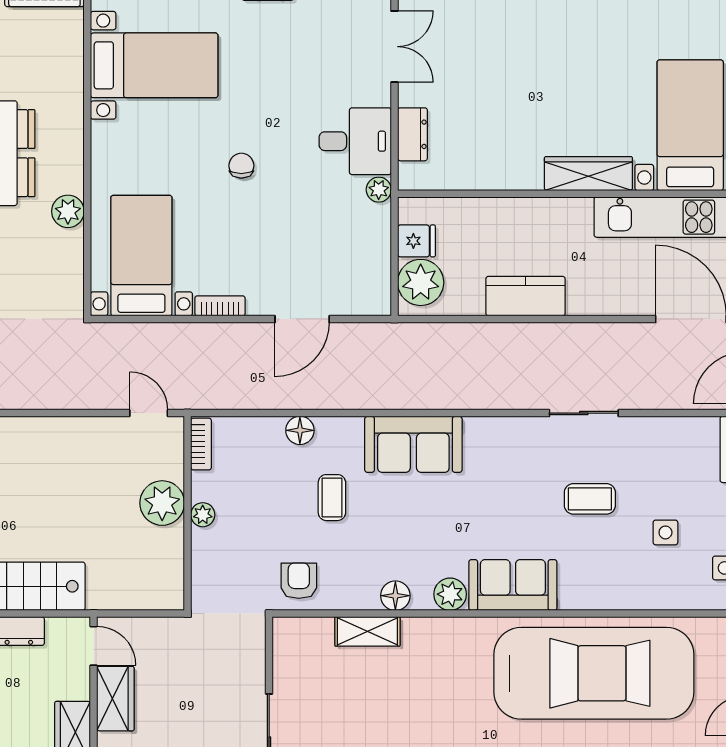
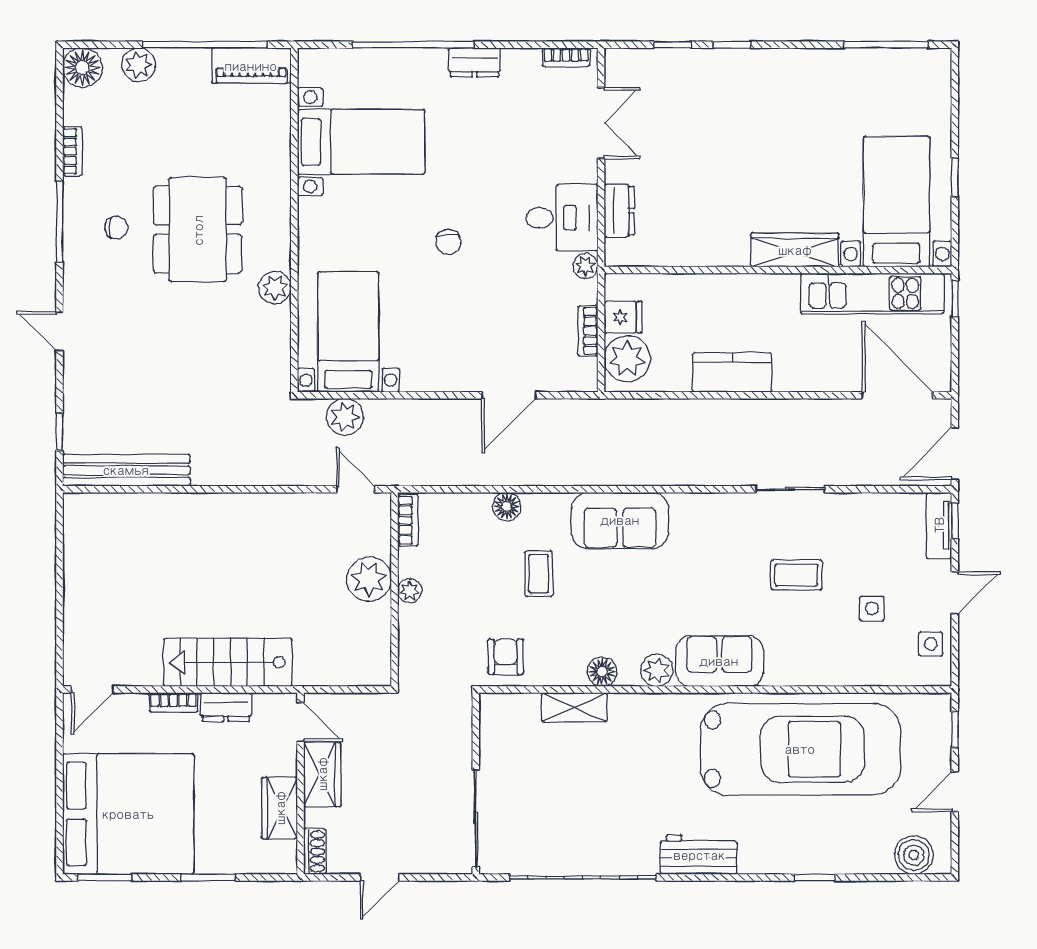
chair: (241, 166) -> (448, 242), turned 180
bookcase: (220, 306) -> (588, 331), moved, turned -90
plant: (138, 341) -> (345, 417), added

